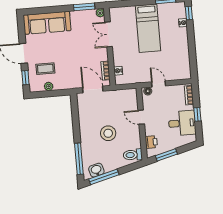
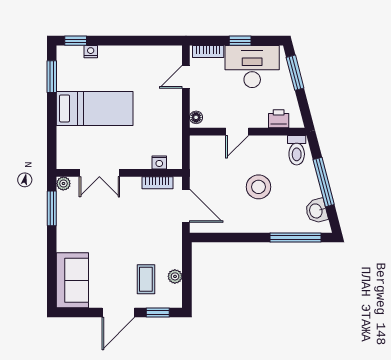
sofa: (47, 23) -> (72, 280), width x0.73
door: (159, 84) -> (186, 77), moved
door: (93, 89) -> (186, 206), swing flipped
desk: (182, 123) -> (252, 66), width x1.37
window: (166, 155) -> (295, 73), moved
window: (104, 177) -> (324, 182), moved

